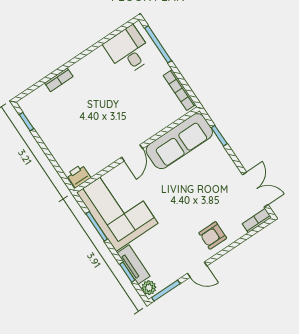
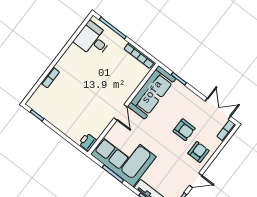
armchair: (204, 202) -> (184, 130), added
armchair: (213, 235) -> (198, 152), turned 180

